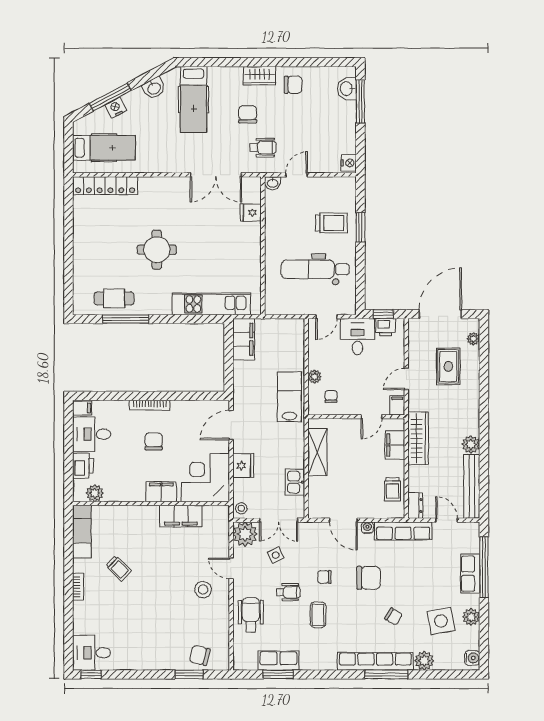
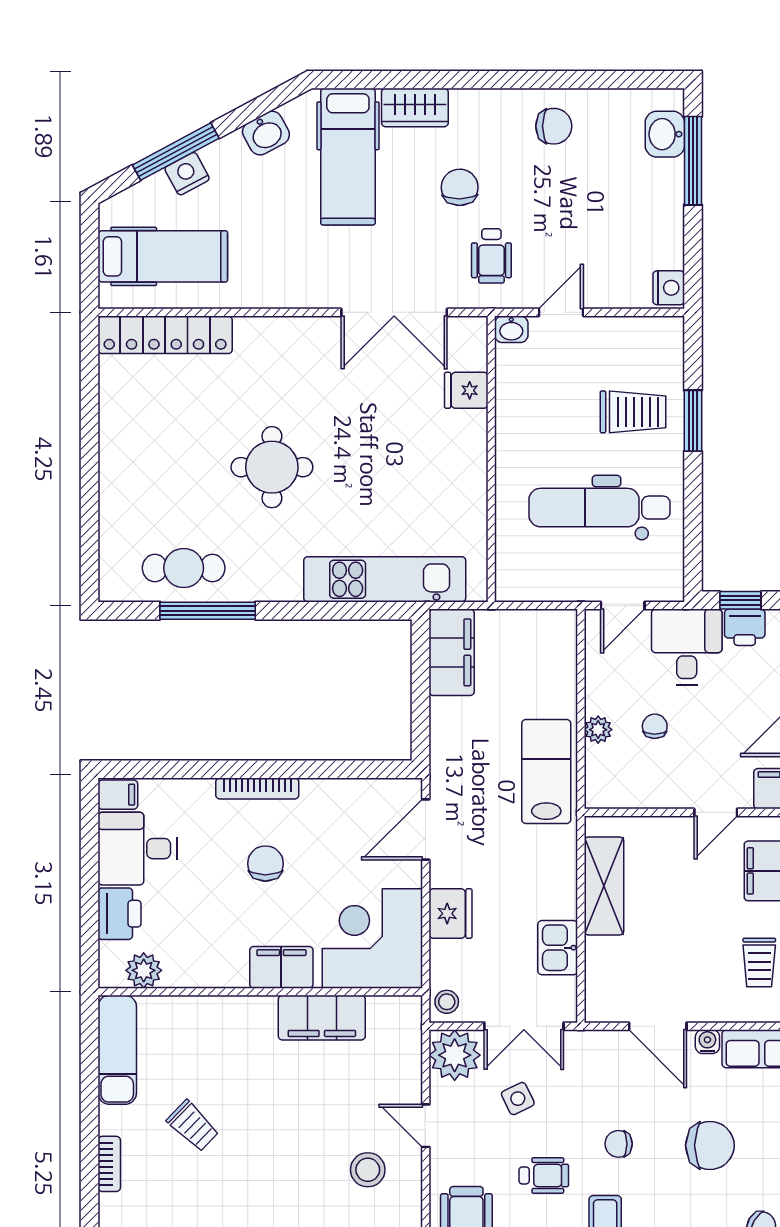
wardrobe: (259, 76) -> (415, 108), moved
wheelchair: (263, 148) -> (491, 256), turned 90
chair: (331, 396) -> (655, 726), moved

